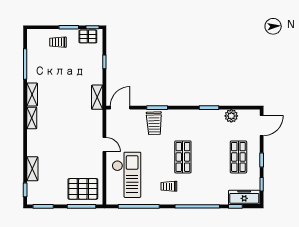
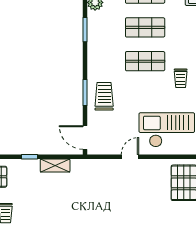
shelving: (97, 97) -> (55, 166), moved
trolley: (154, 123) -> (104, 96), turned -88
shop shelf: (211, 157) -> (145, 27), added

